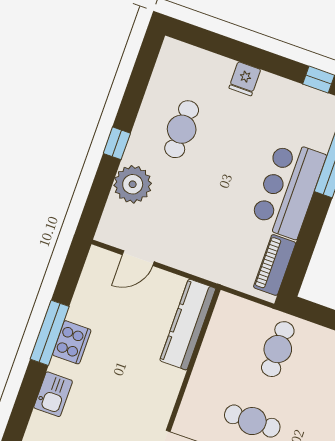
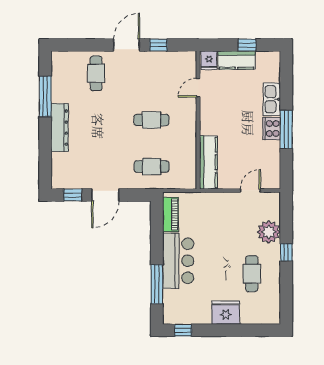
fridge: (245, 79) -> (226, 313), width x1.88, depth x1.34
cafe table: (278, 349) -> (152, 167), turned 90
kitchen sink: (53, 394) -> (272, 99), width x1.38

